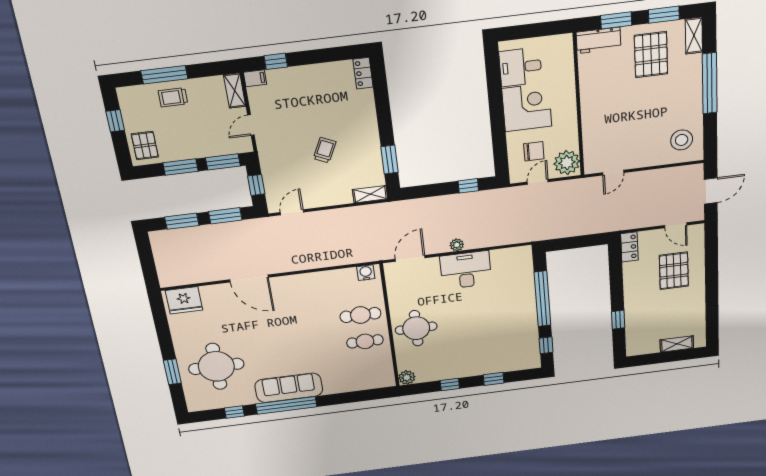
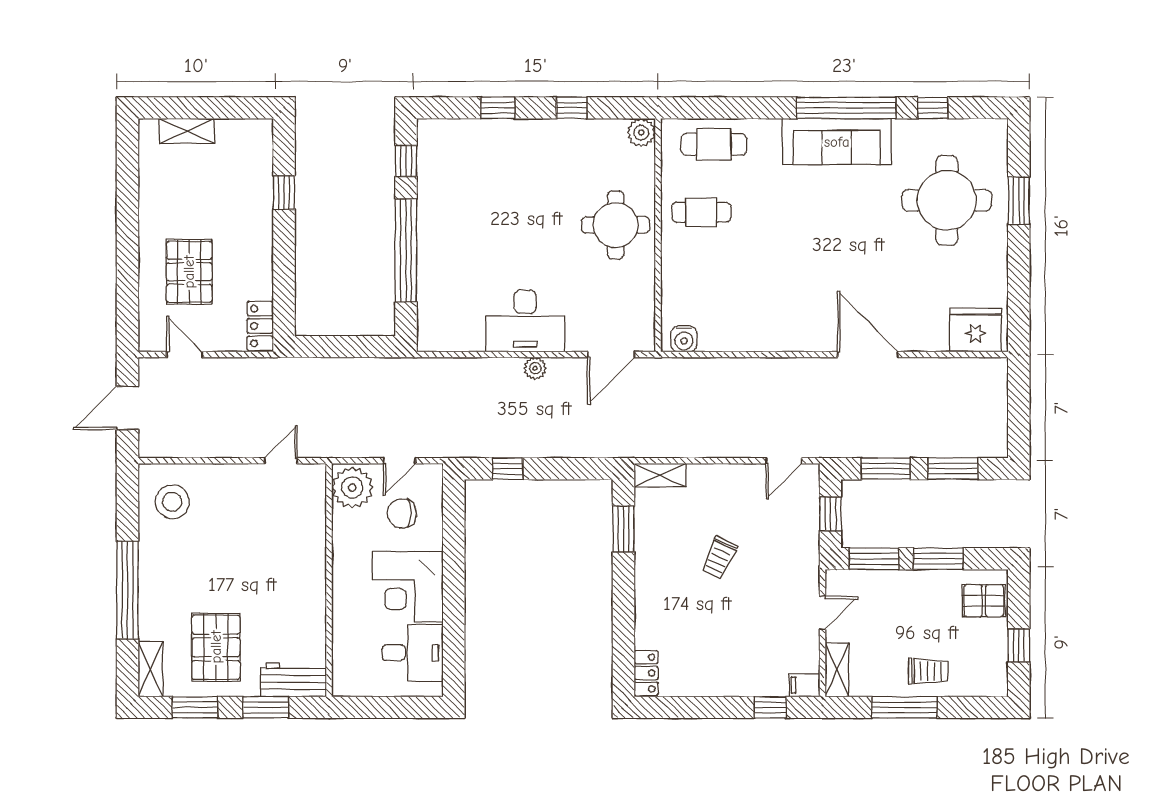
window: (164, 75) -> (904, 707), moved
pallet: (145, 145) -> (984, 601), turned 90
cafe table: (360, 315) -> (714, 144), moved

